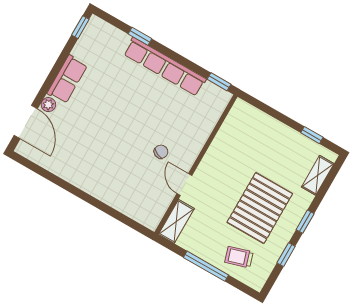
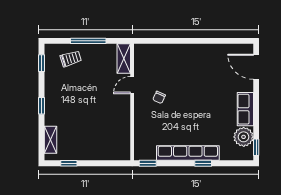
window: (140, 36) -> (203, 163), moved
plant: (48, 105) -> (244, 137), moved, width x1.88, depth x1.88
door: (184, 185) -> (132, 85), swing flipped
pallet: (260, 208) -> (75, 98), removed
window: (286, 255) -> (42, 63), moved

